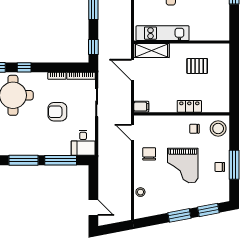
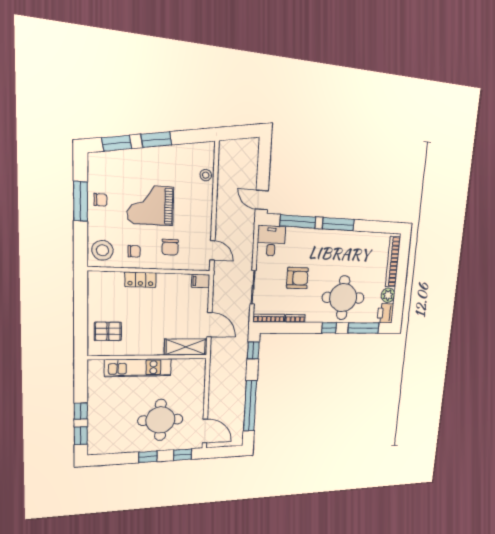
kitchen unit: (163, 33) -> (138, 368), moved
pallet: (197, 66) -> (108, 331), moved
chair: (149, 154) -> (170, 247), moved
grand piano: (183, 166) -> (150, 205), turned -90
door: (93, 208) -> (262, 200), moved

